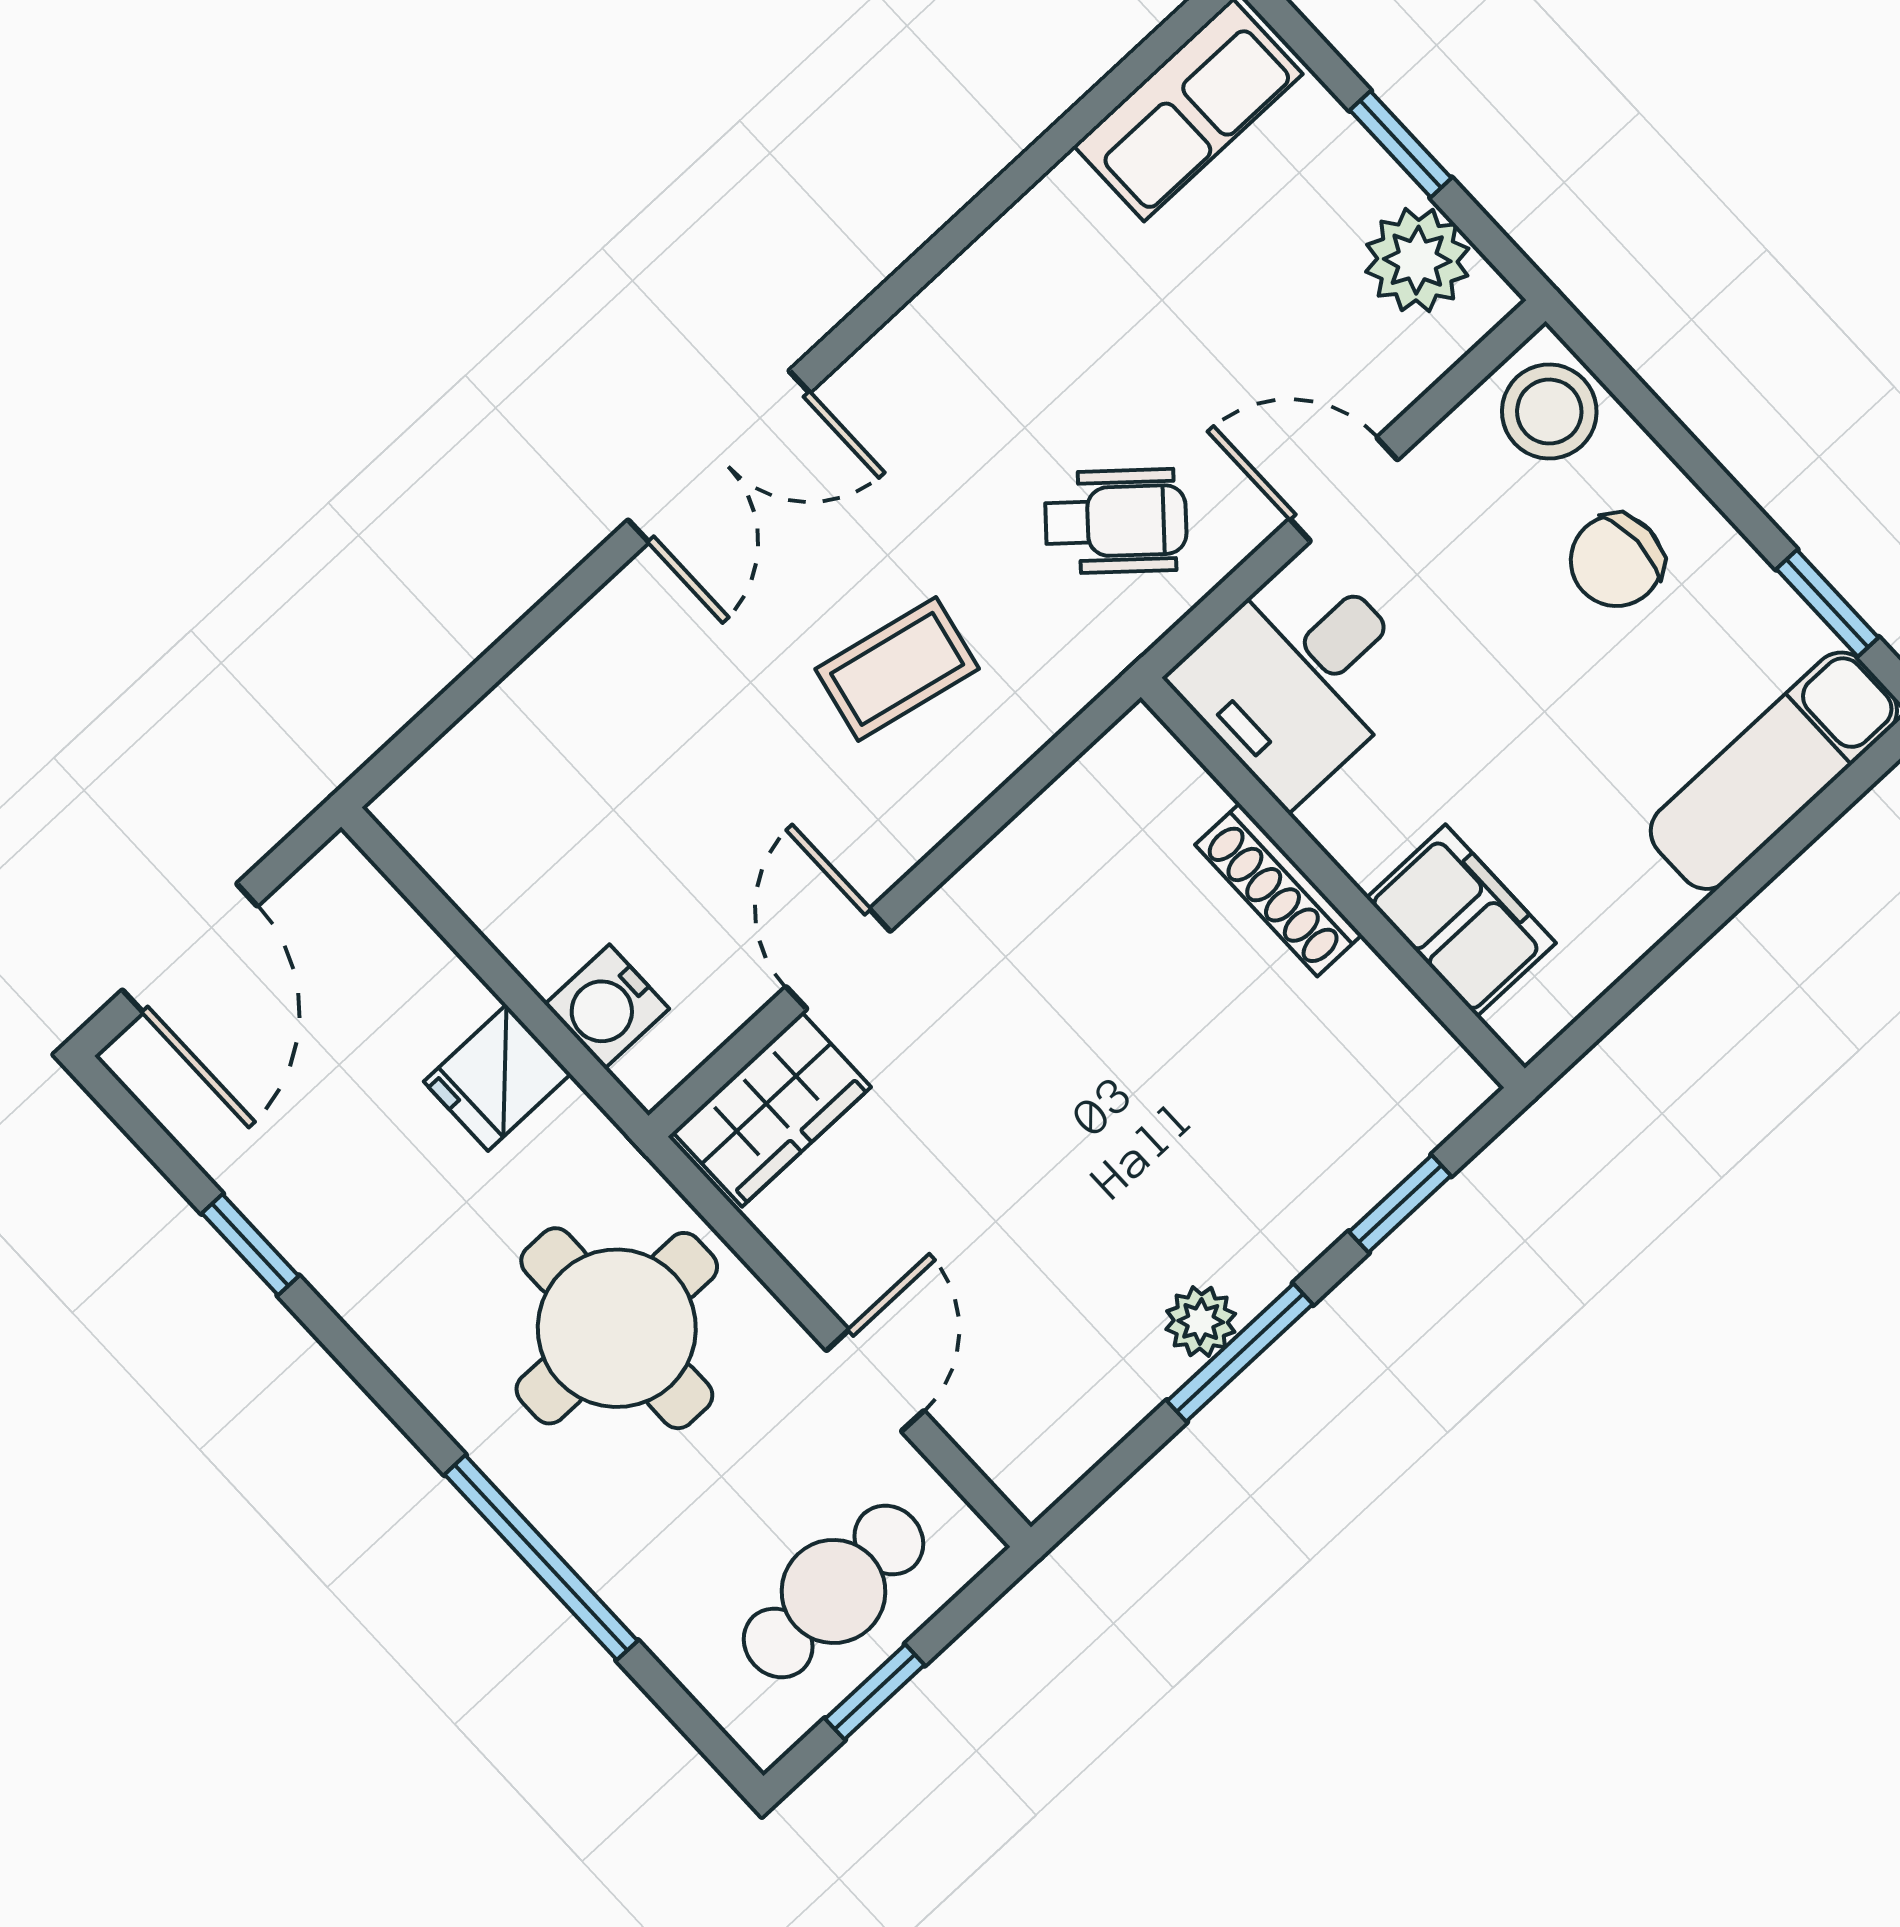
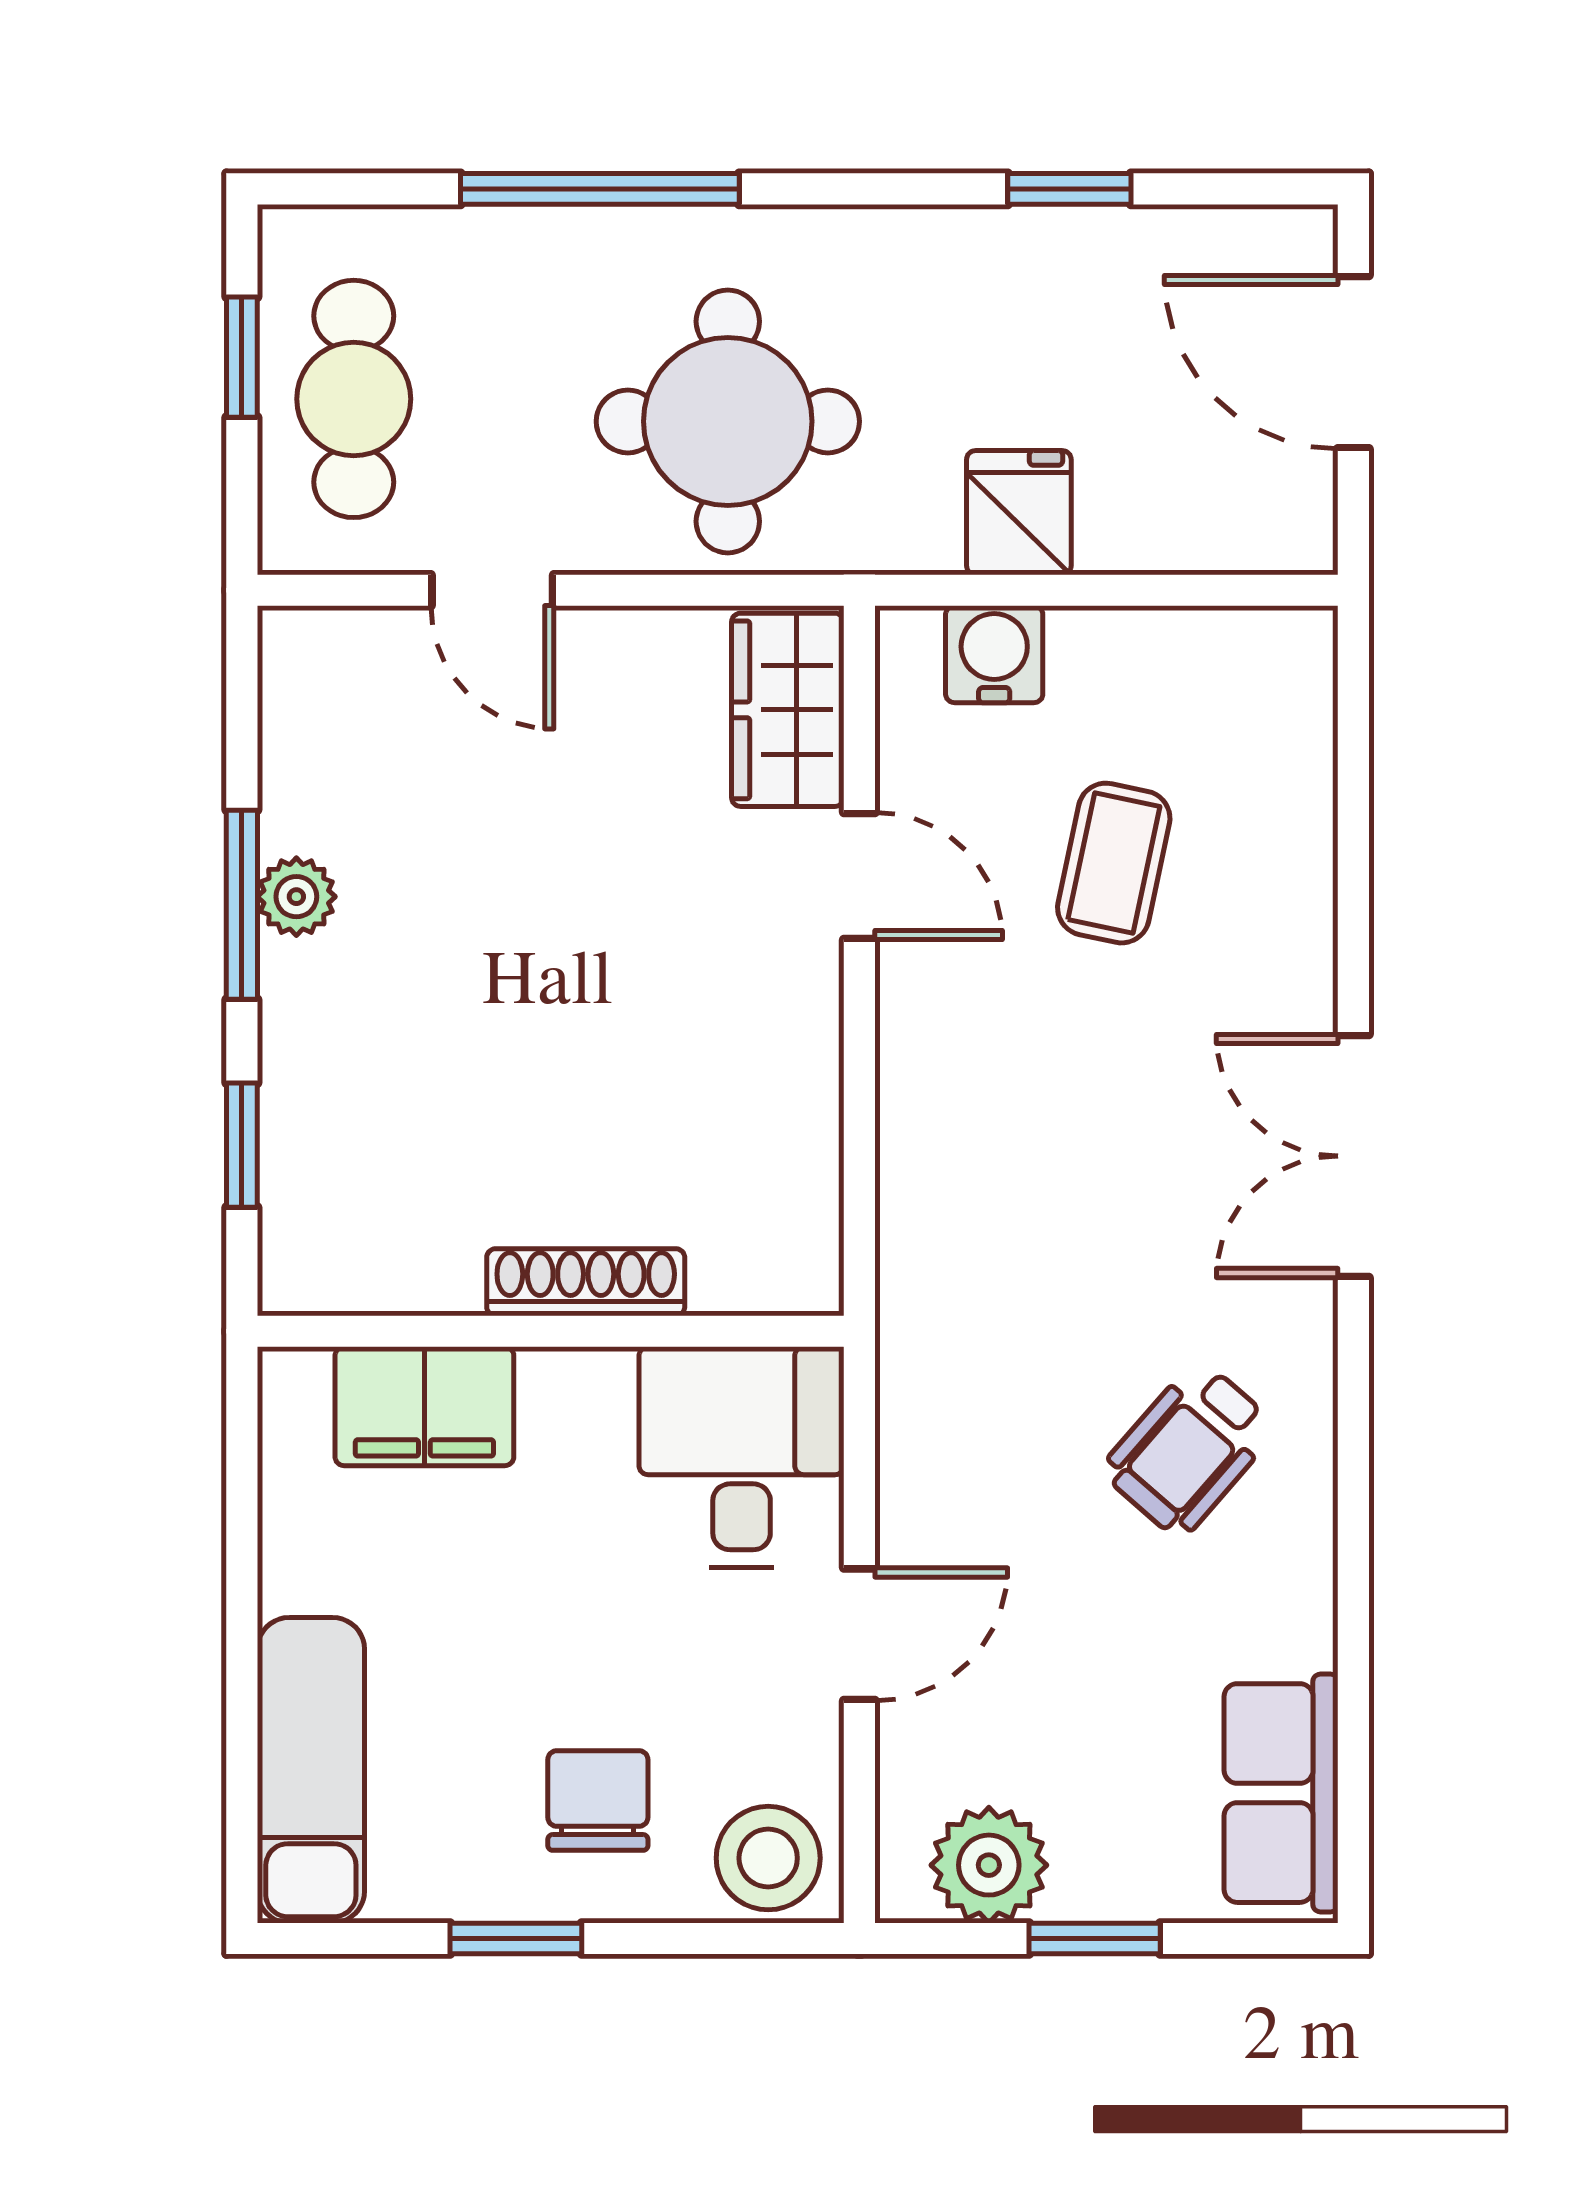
wheelchair: (1116, 521) -> (1189, 1449), moved
window: (1827, 603) -> (516, 1938), moved
coffee table: (897, 669) -> (1114, 863), moved

